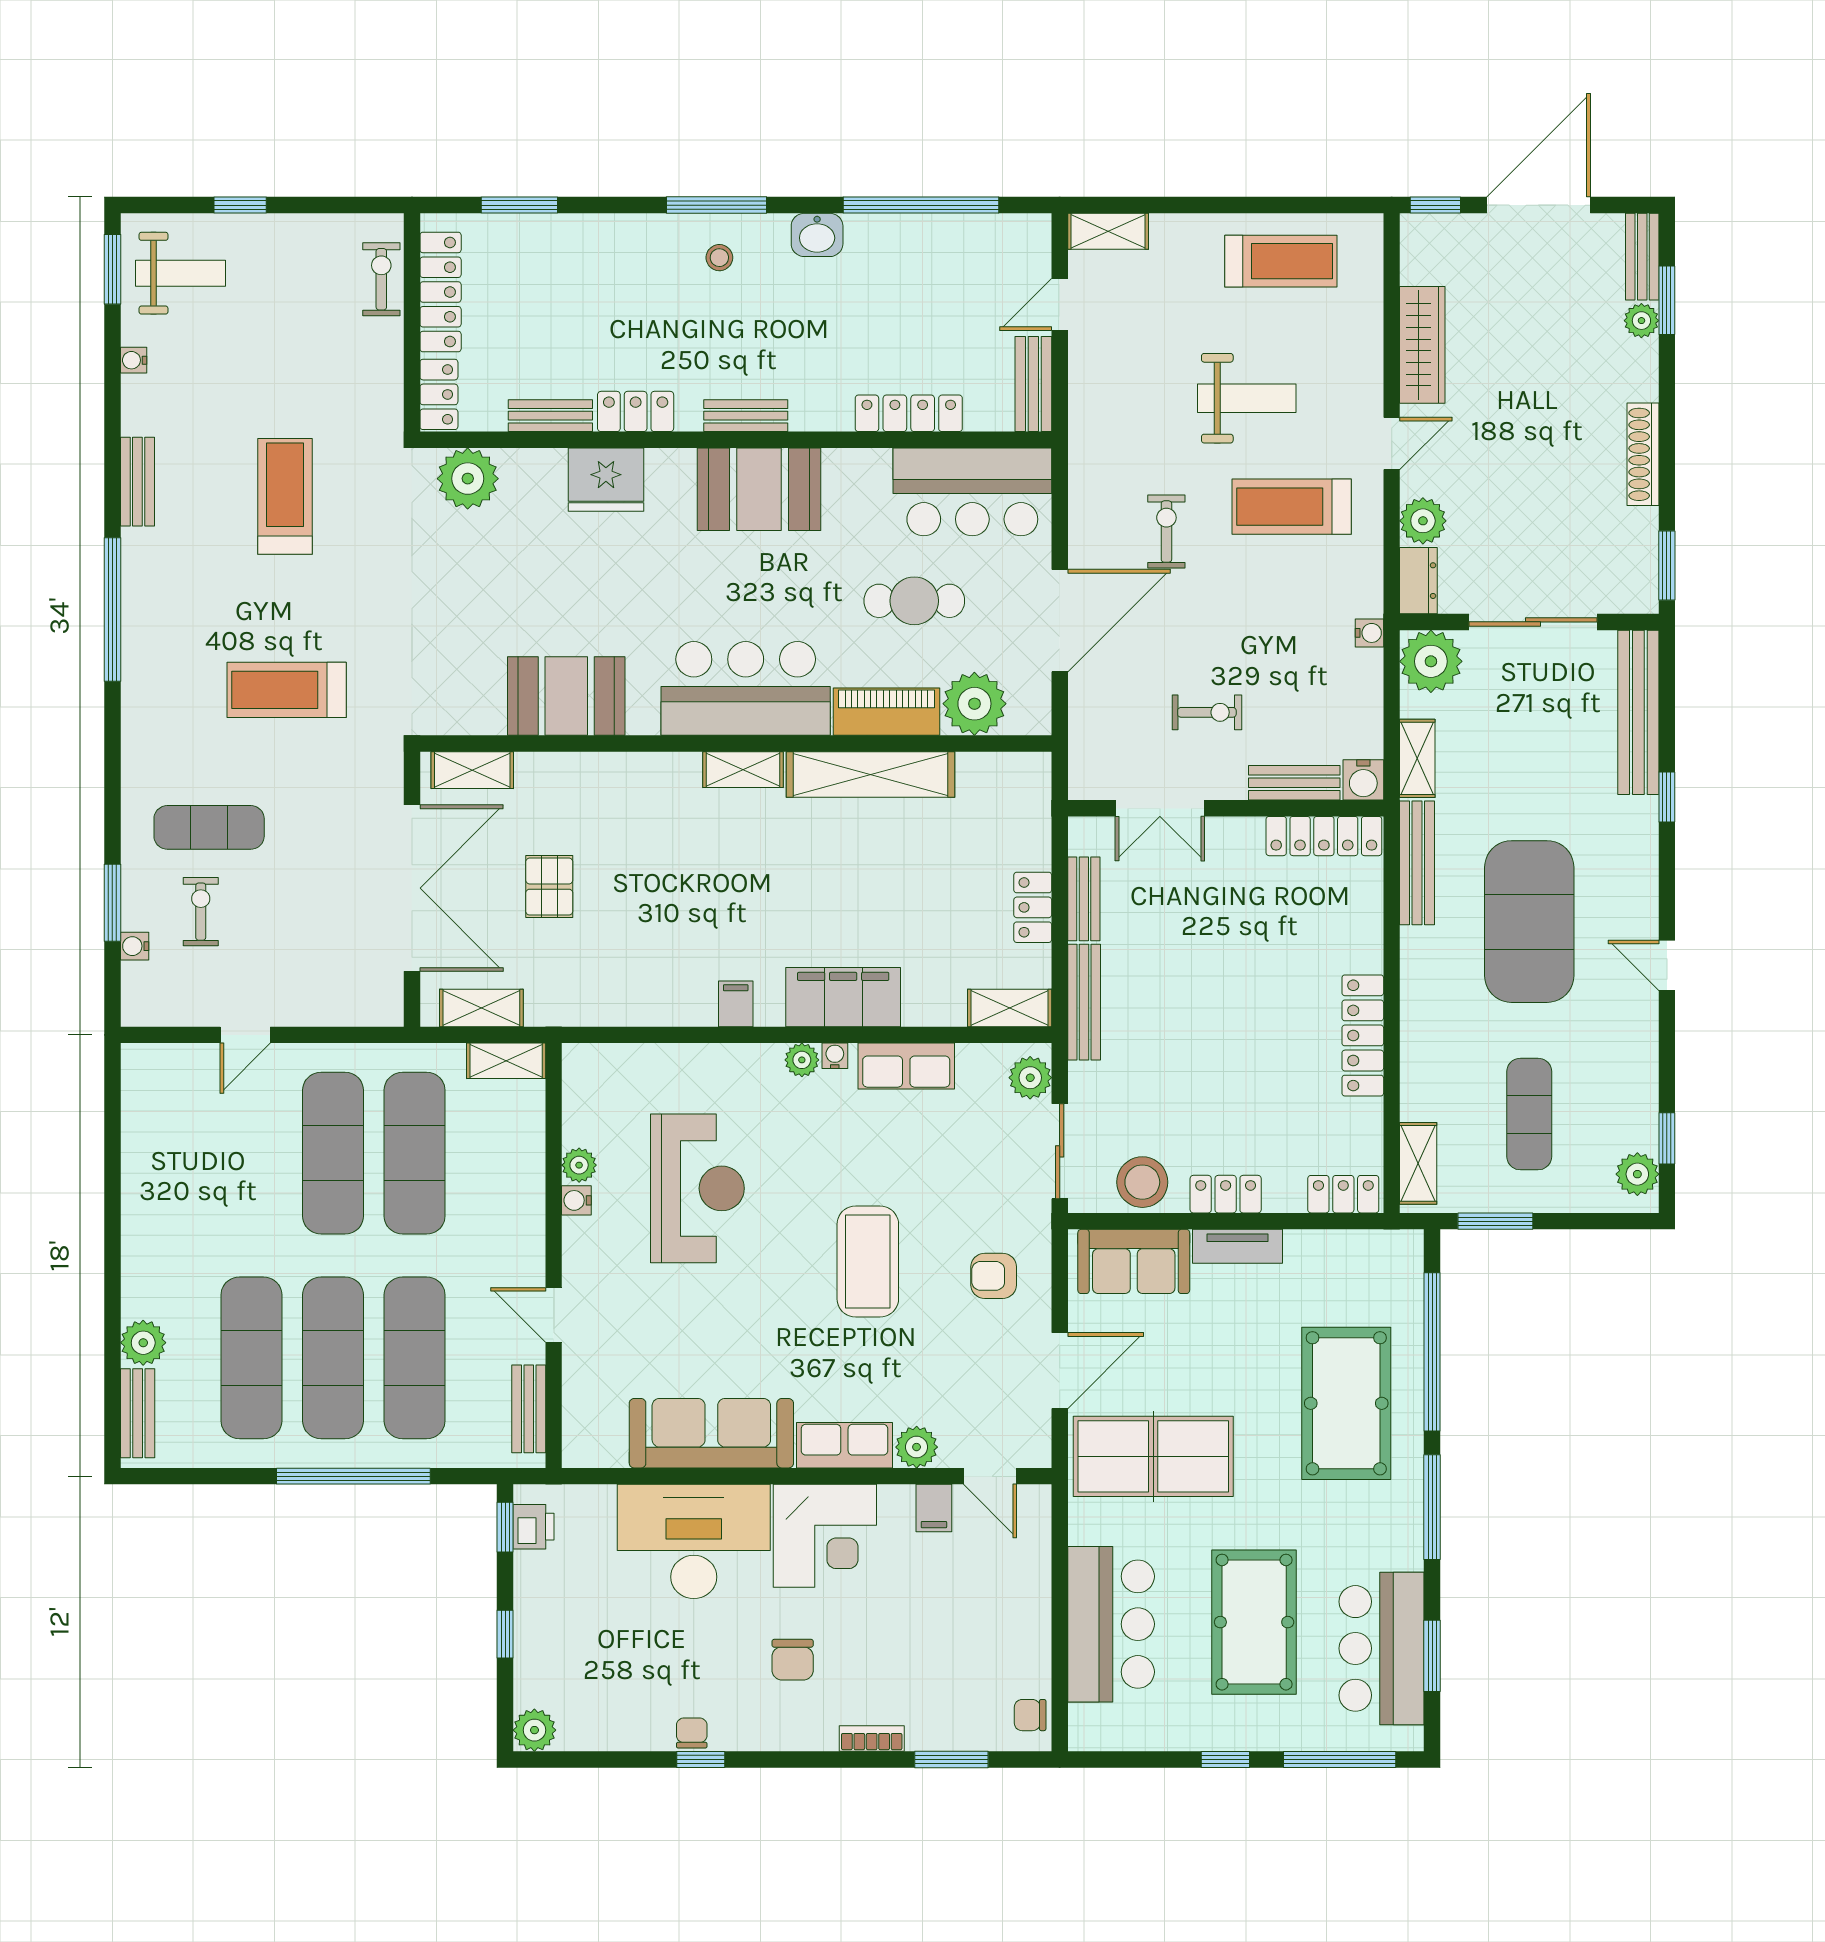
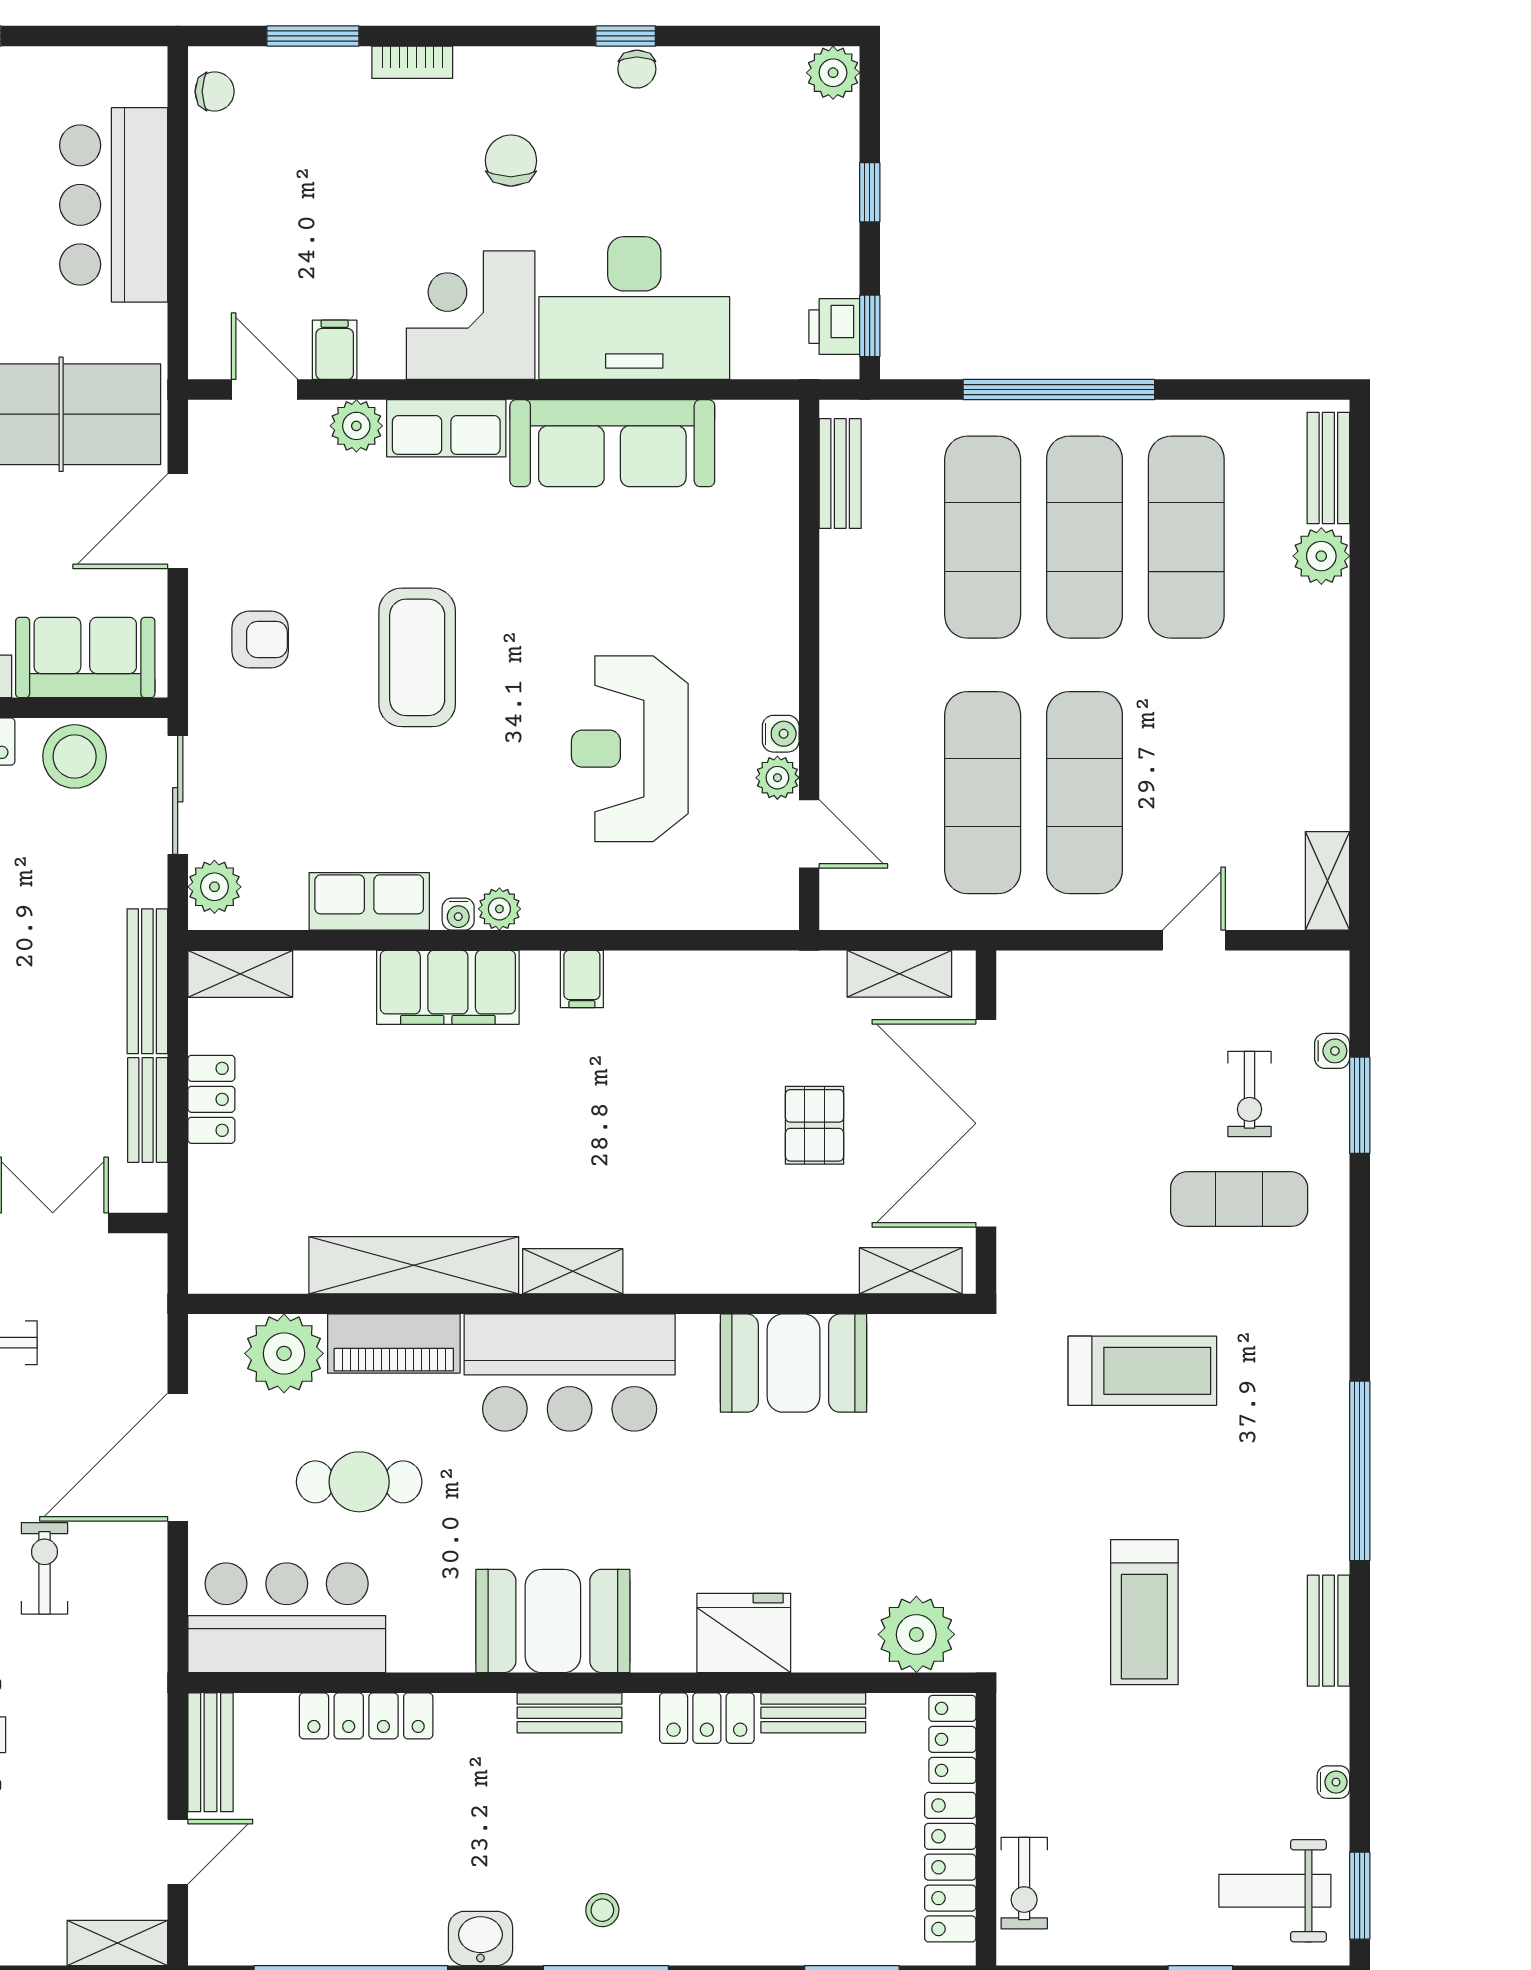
exercise bike: (1166, 532) -> (44, 1568), turned 180
shelving: (506, 1061) -> (1327, 881), moved, turned 90
door: (554, 1315) -> (809, 834), moved

